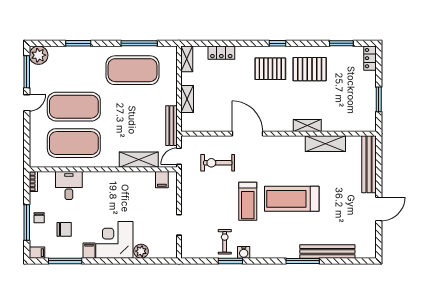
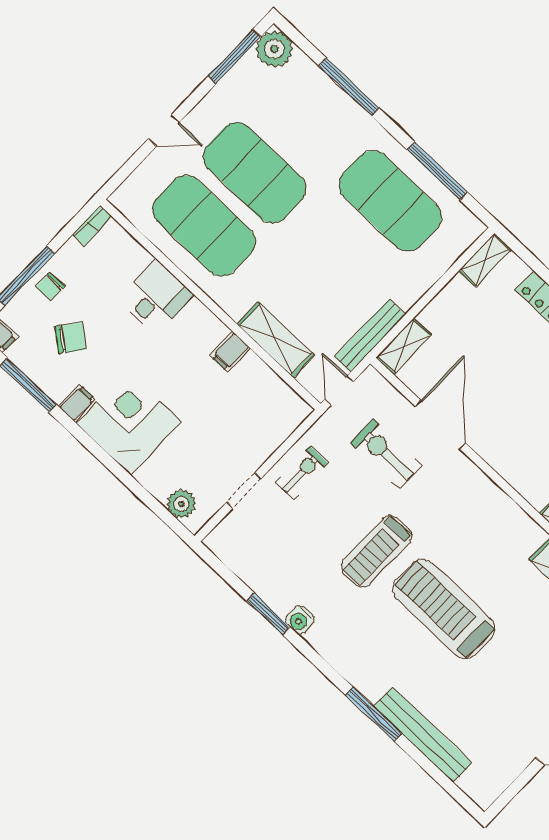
window: (78, 43) -> (349, 87), width x1.44
shelving: (187, 99) -> (404, 346), moved
door: (27, 103) -> (164, 130), moved
door: (247, 134) -> (440, 425), moved
door: (179, 156) -> (339, 390), hinge flipped
filing cabinet: (162, 180) -> (230, 352), moved
desk: (69, 185) -> (156, 297), moved
chair: (64, 229) -> (71, 338), turned -52
exercise bike: (225, 242) -> (302, 473), moved
plant: (141, 251) -> (181, 504), moved

